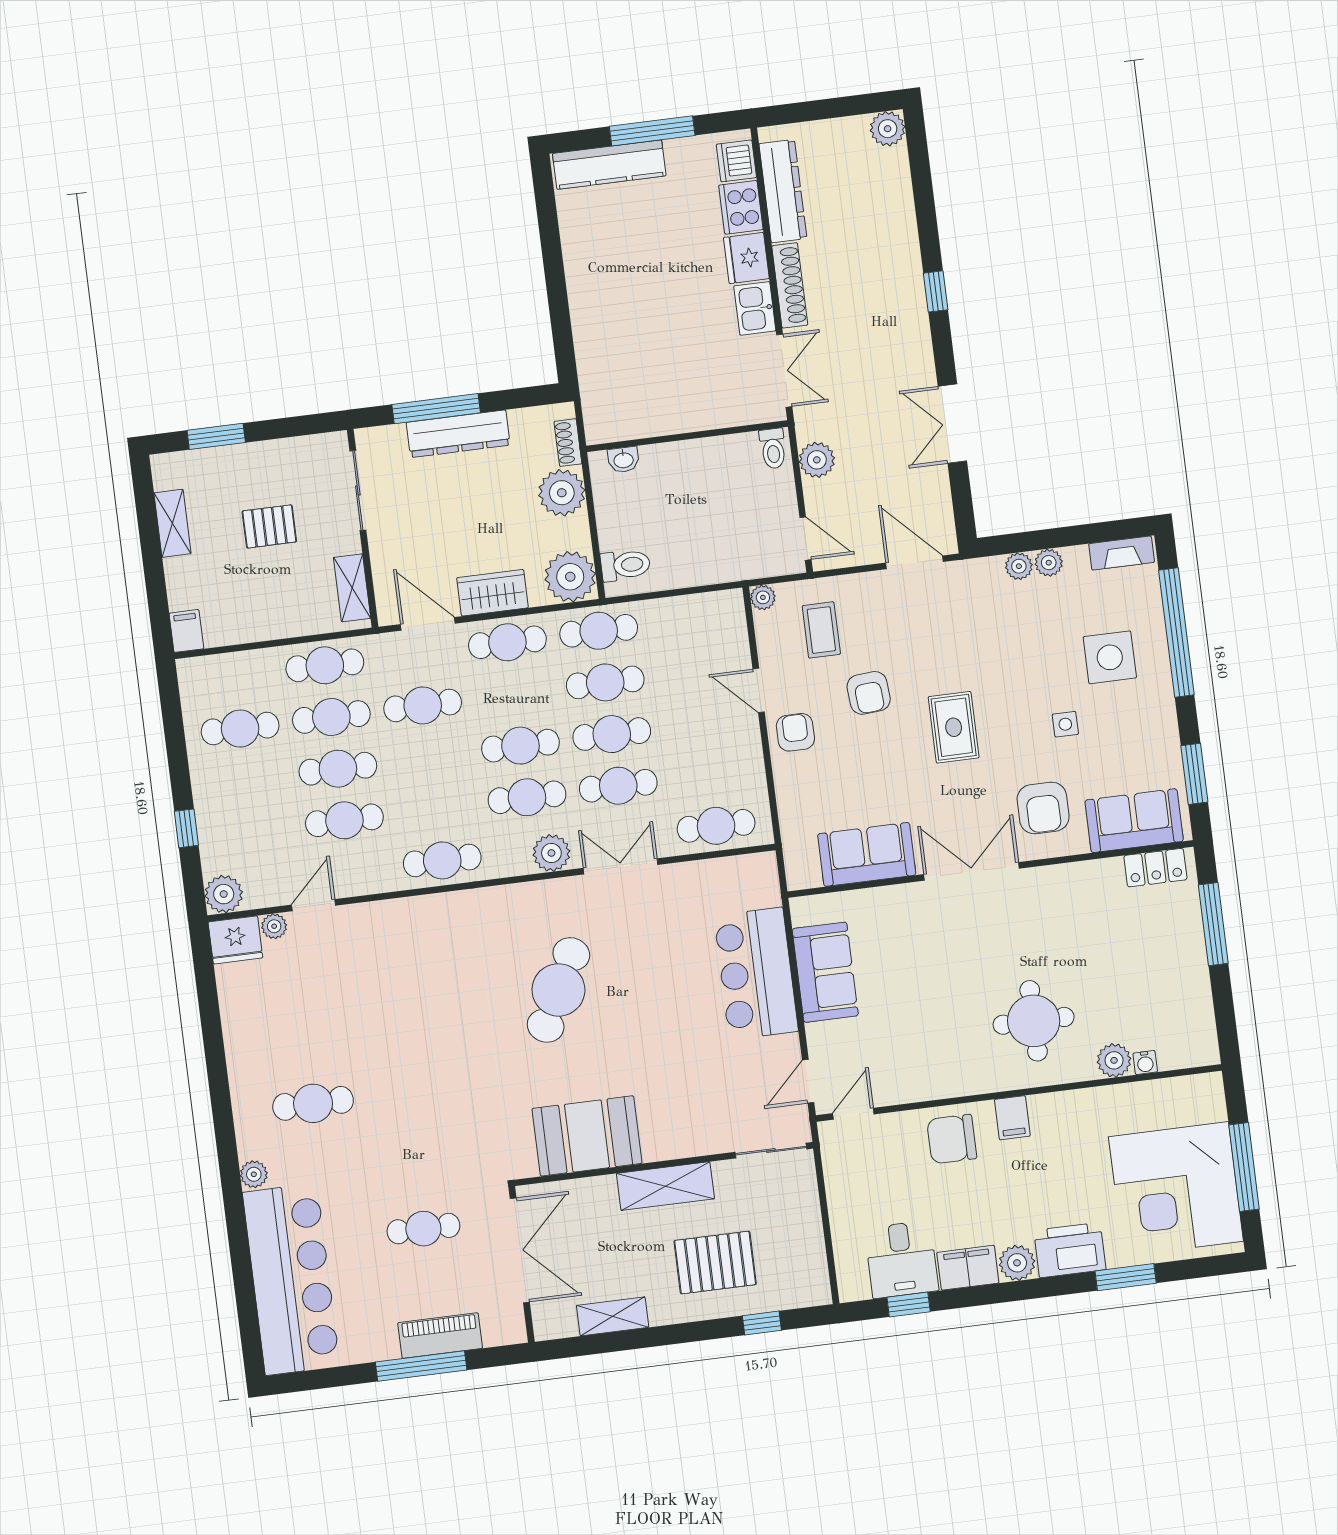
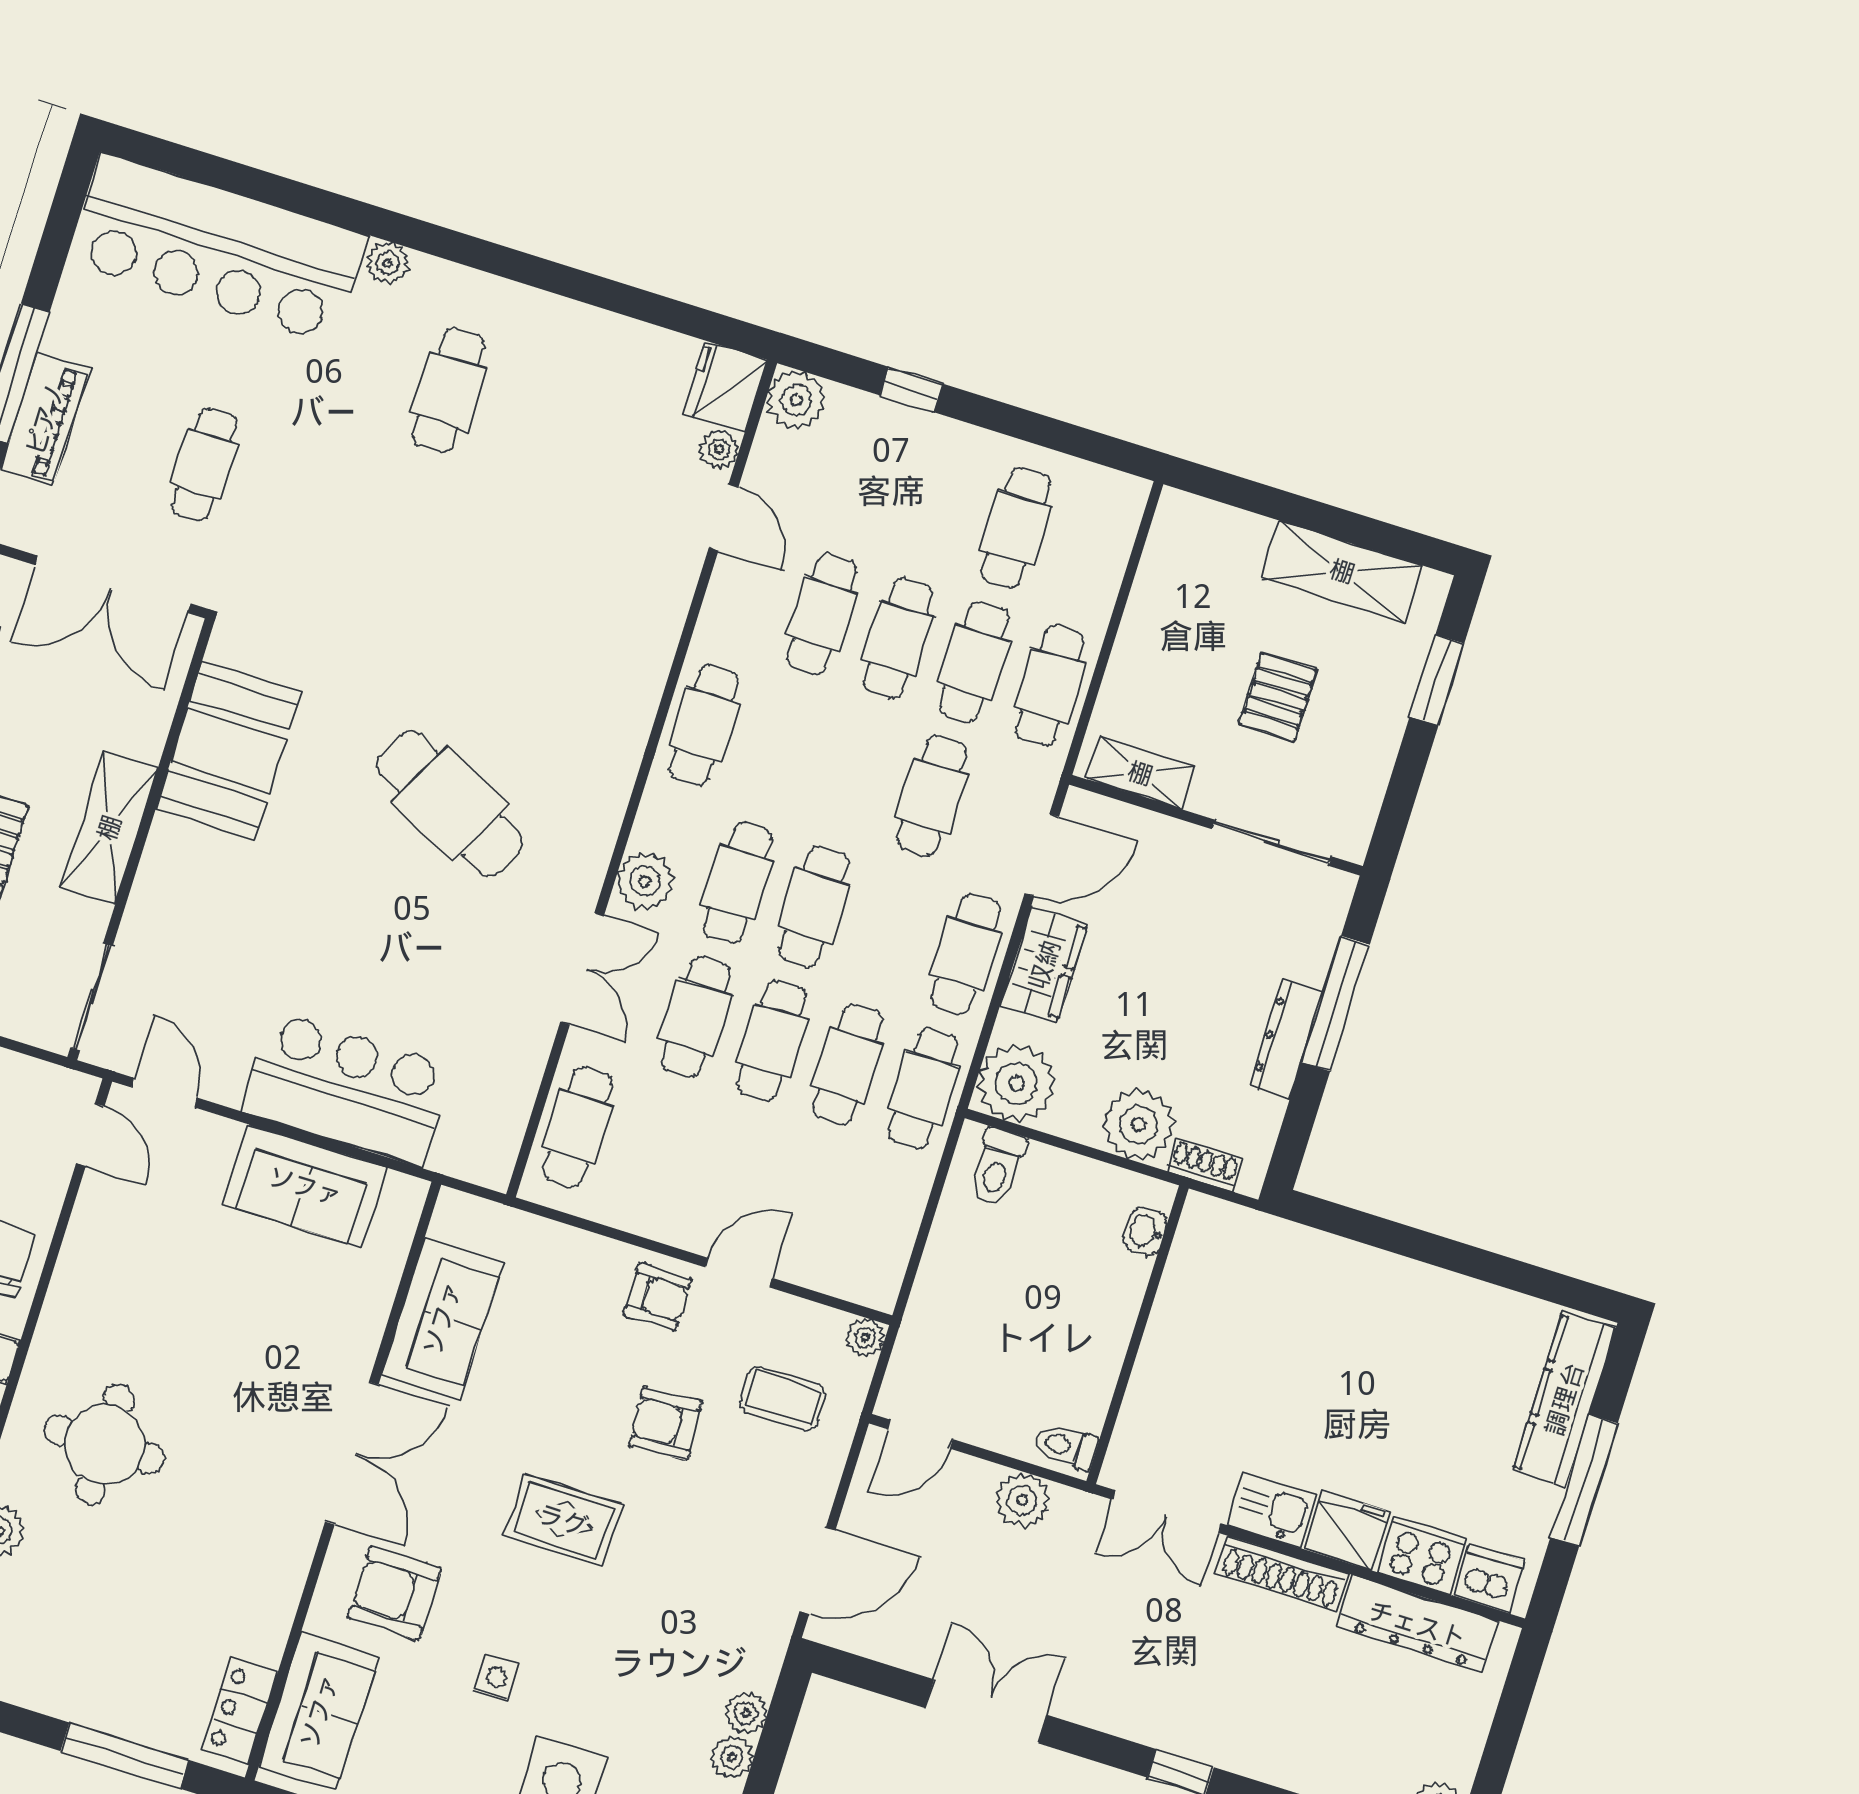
dresser: (458, 434) -> (1286, 1040), width x0.73, depth x0.80
shelving: (172, 523) -> (1342, 571), width x1.50, depth x1.33
filing cabinet: (186, 631) -> (1185, 515), removed

